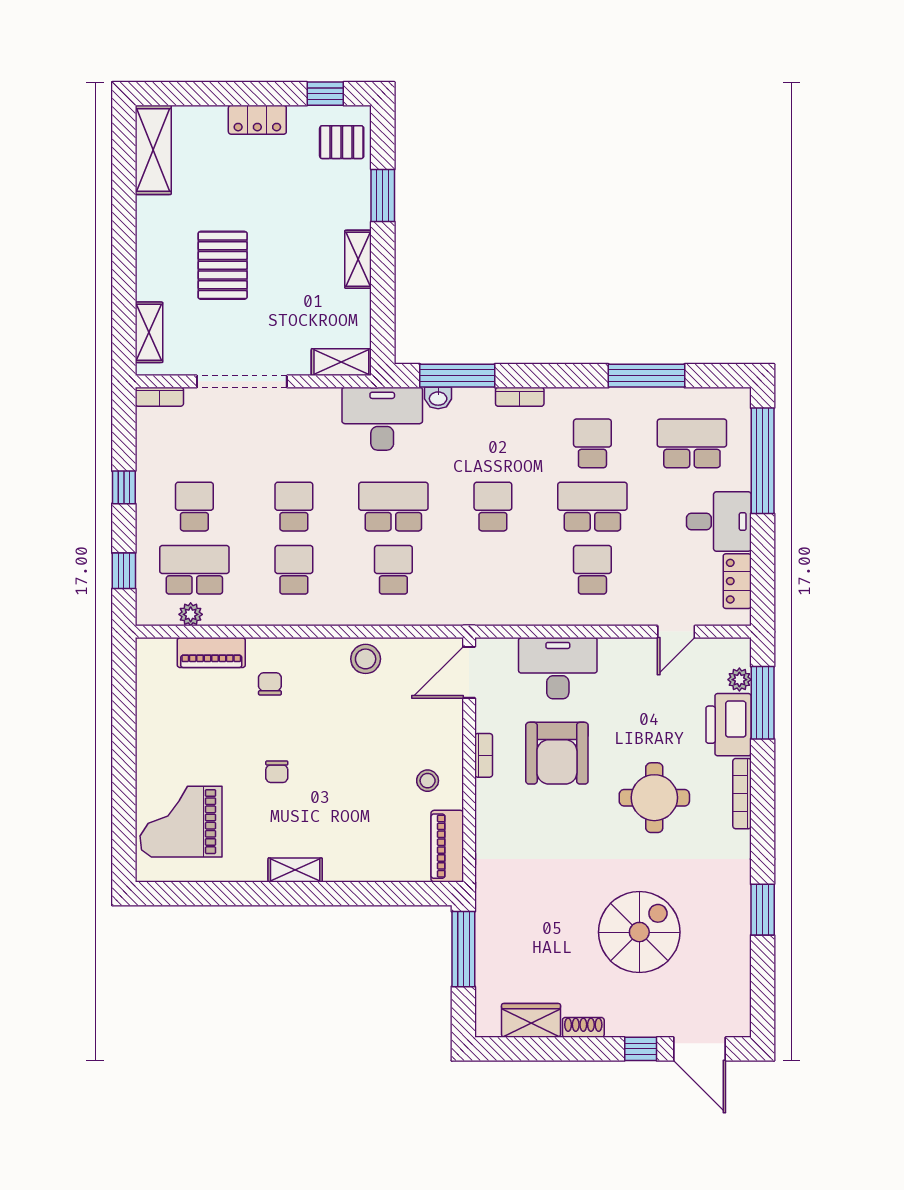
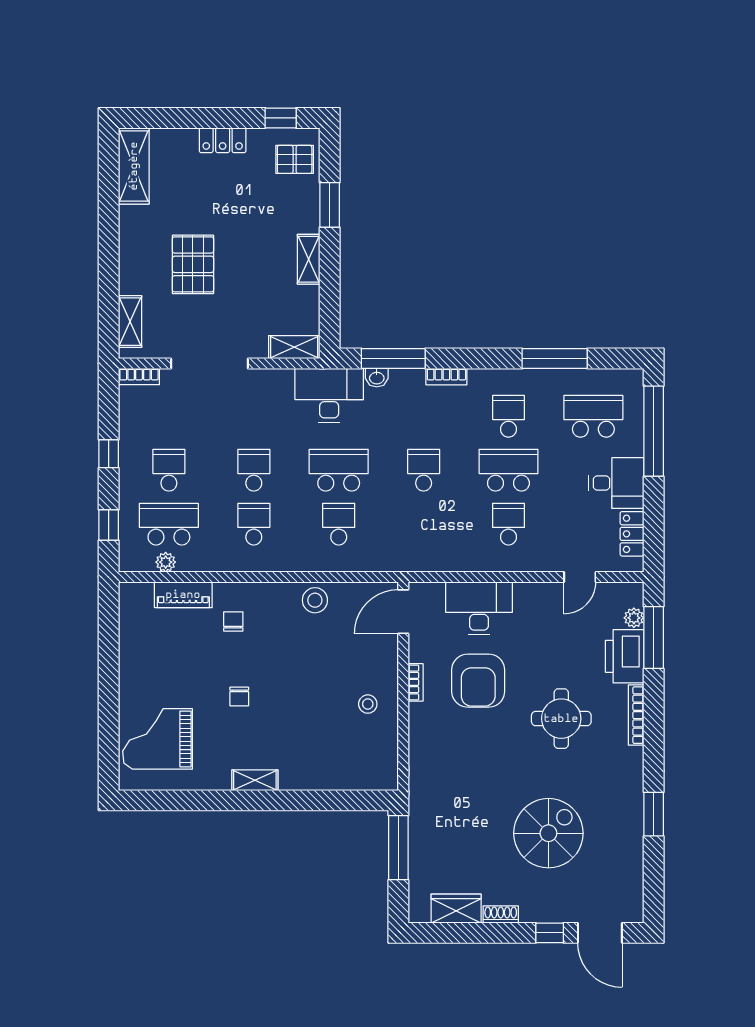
piano: (447, 846) -> (385, 760), removed

